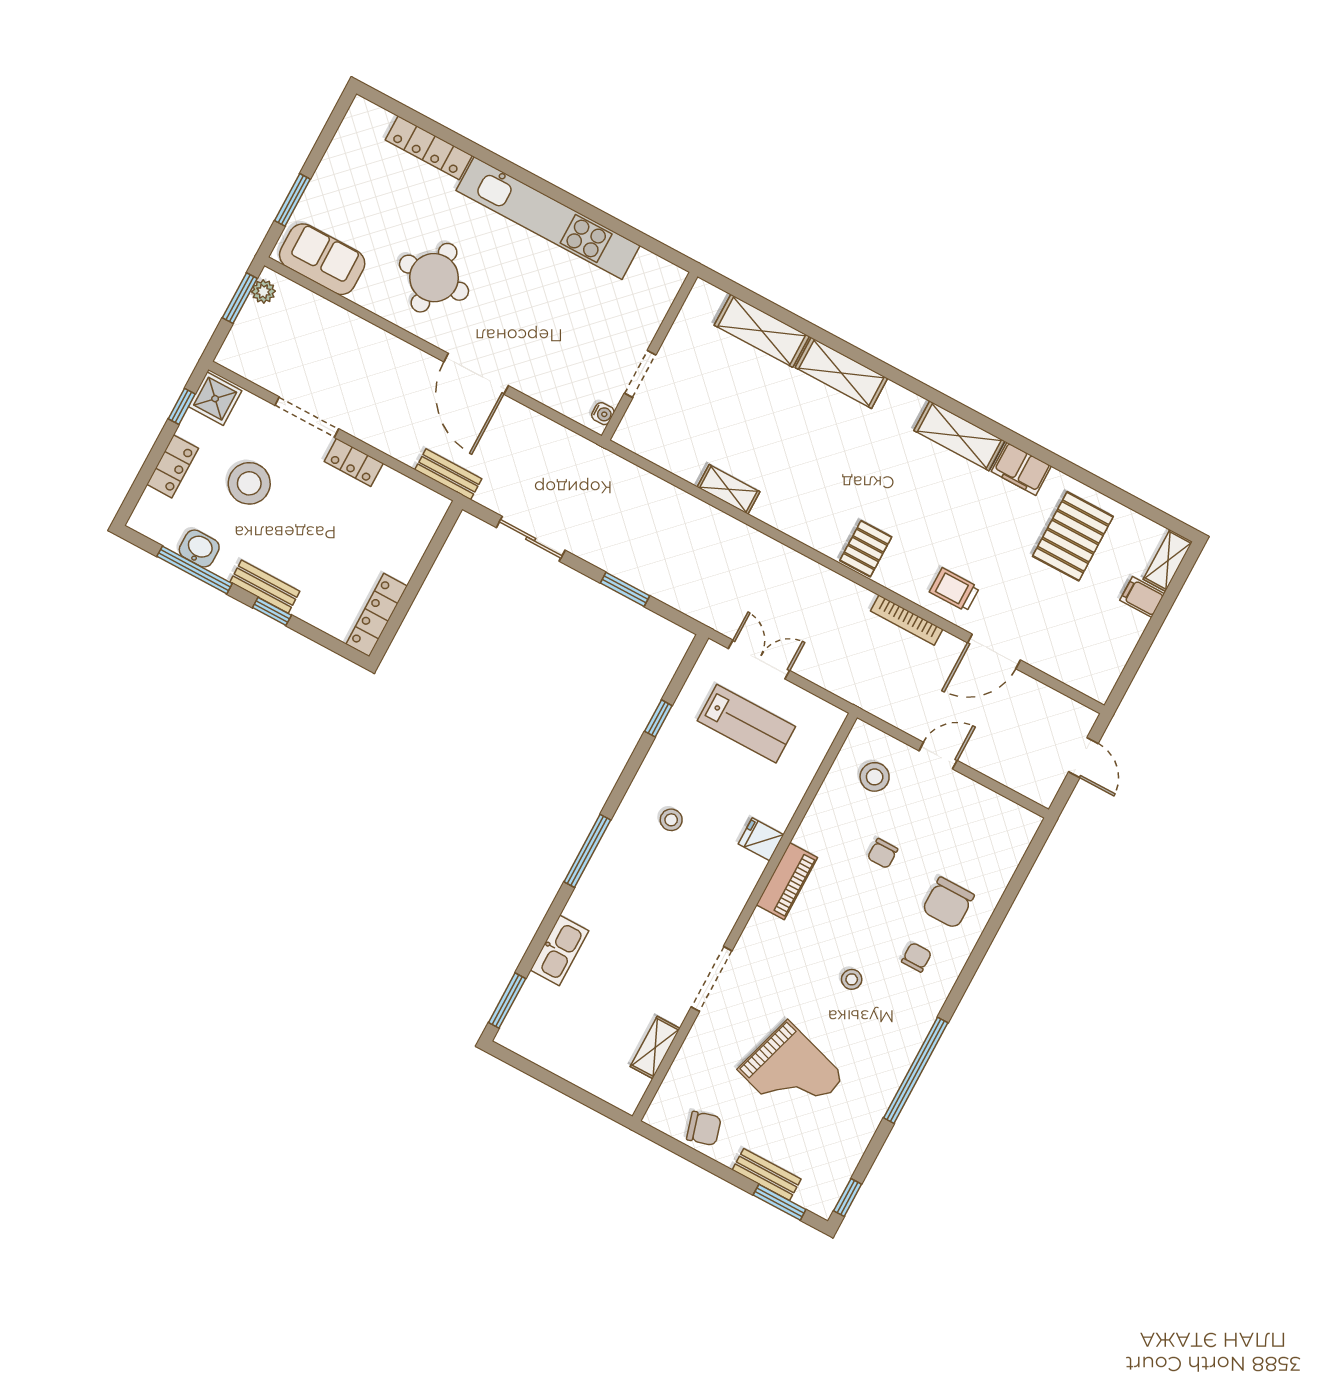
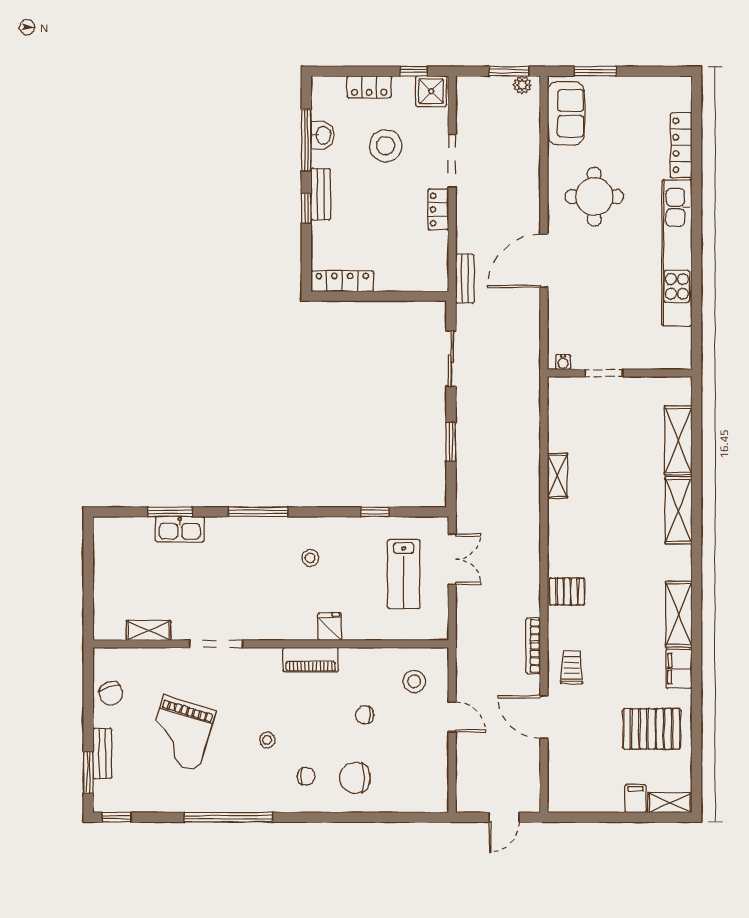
window: (507, 1001) -> (170, 512), moved

